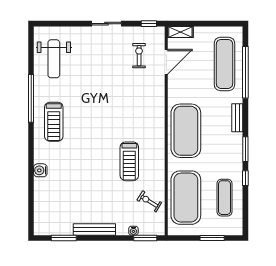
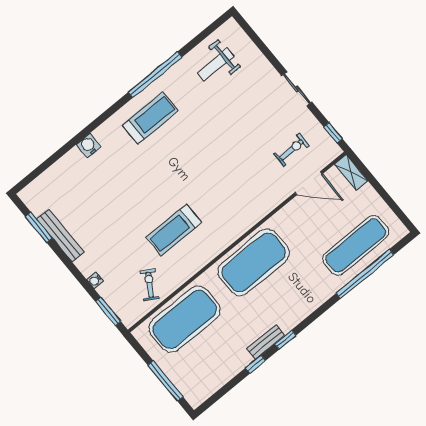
weight bench: (54, 59) -> (216, 64), width x0.73, depth x0.75
bench: (237, 118) -> (265, 342), moved
treadmill: (54, 122) -> (150, 118), turned 180
window: (245, 149) -> (285, 340), width x0.67
exercise mat: (224, 198) -> (218, 359), removed
bench: (94, 229) -> (60, 236), moved
water cooler: (133, 231) -> (95, 280), moved
window: (212, 238) -> (165, 381), width x1.44

